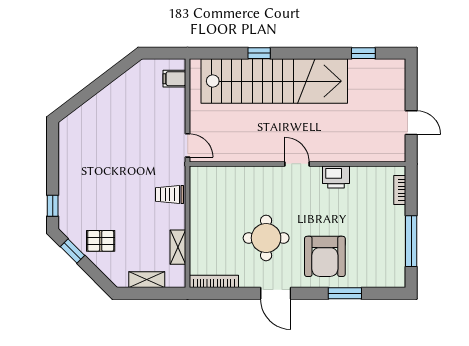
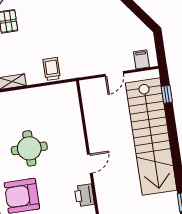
window: (259, 53) -> (167, 94), moved
door: (188, 145) -> (114, 74), moved

